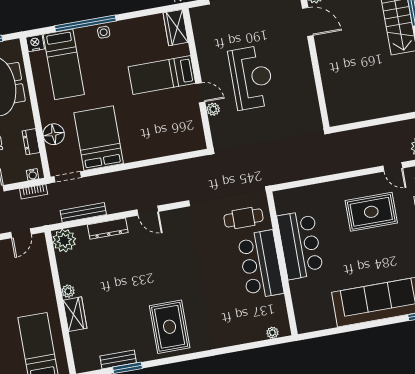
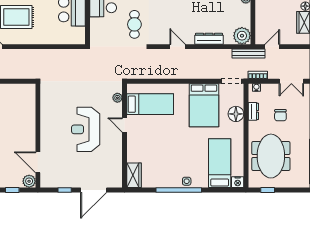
window: (85, 23) -> (179, 190), moved
bed: (162, 75) -> (150, 104), moved
plant: (213, 109) -> (117, 98), moved
bench: (83, 213) -> (249, 54), moved
cafe table: (243, 218) -> (134, 24), moved, turned 90

